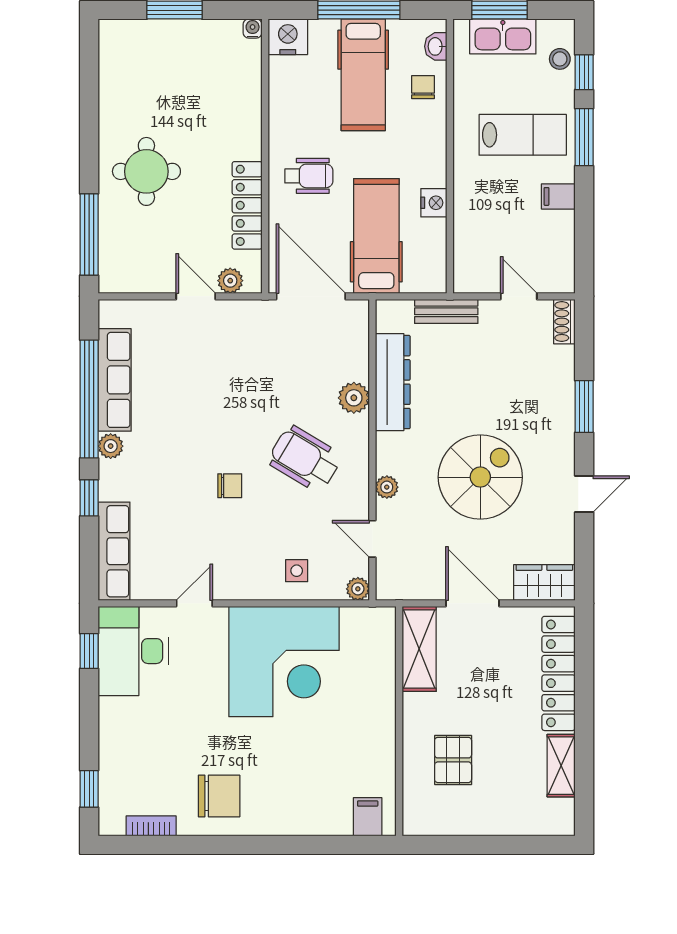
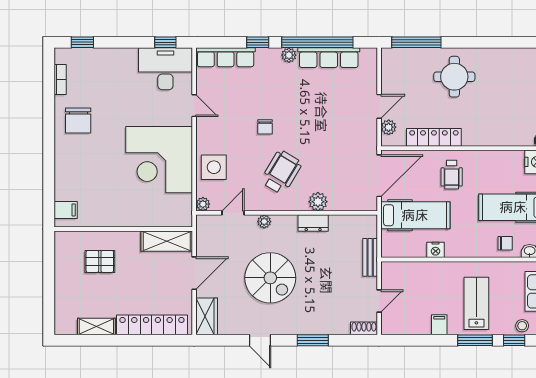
lab bench: (523, 135) -> (476, 303), turned 180
dresser: (393, 382) -> (313, 223), width x0.51, depth x0.80
side table: (297, 571) -> (214, 167), width x1.87, depth x1.87

